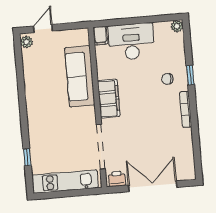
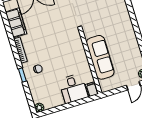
desk: (131, 42) -> (73, 88), width x0.73
filing cabinet: (109, 99) -> (16, 23), moved, turned 180

